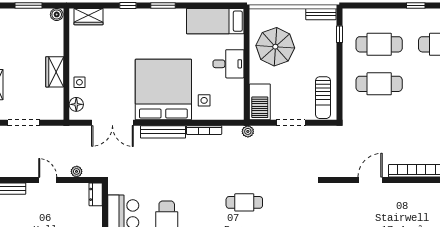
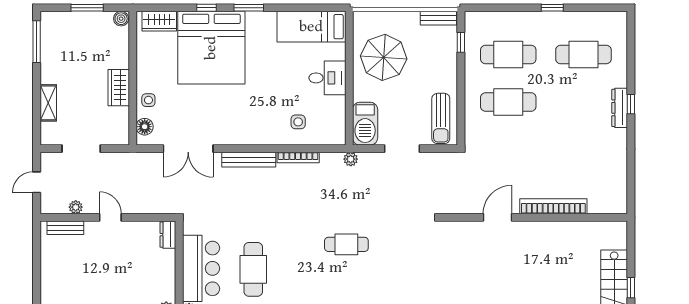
bed: (163, 90) -> (211, 48), moved, turned 180
plant: (77, 171) -> (76, 207), moved

